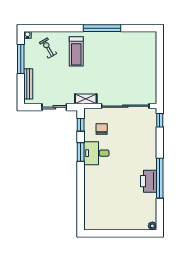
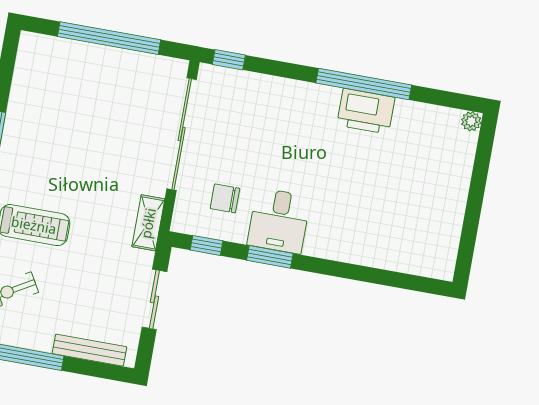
window: (160, 69) -> (109, 38), added

